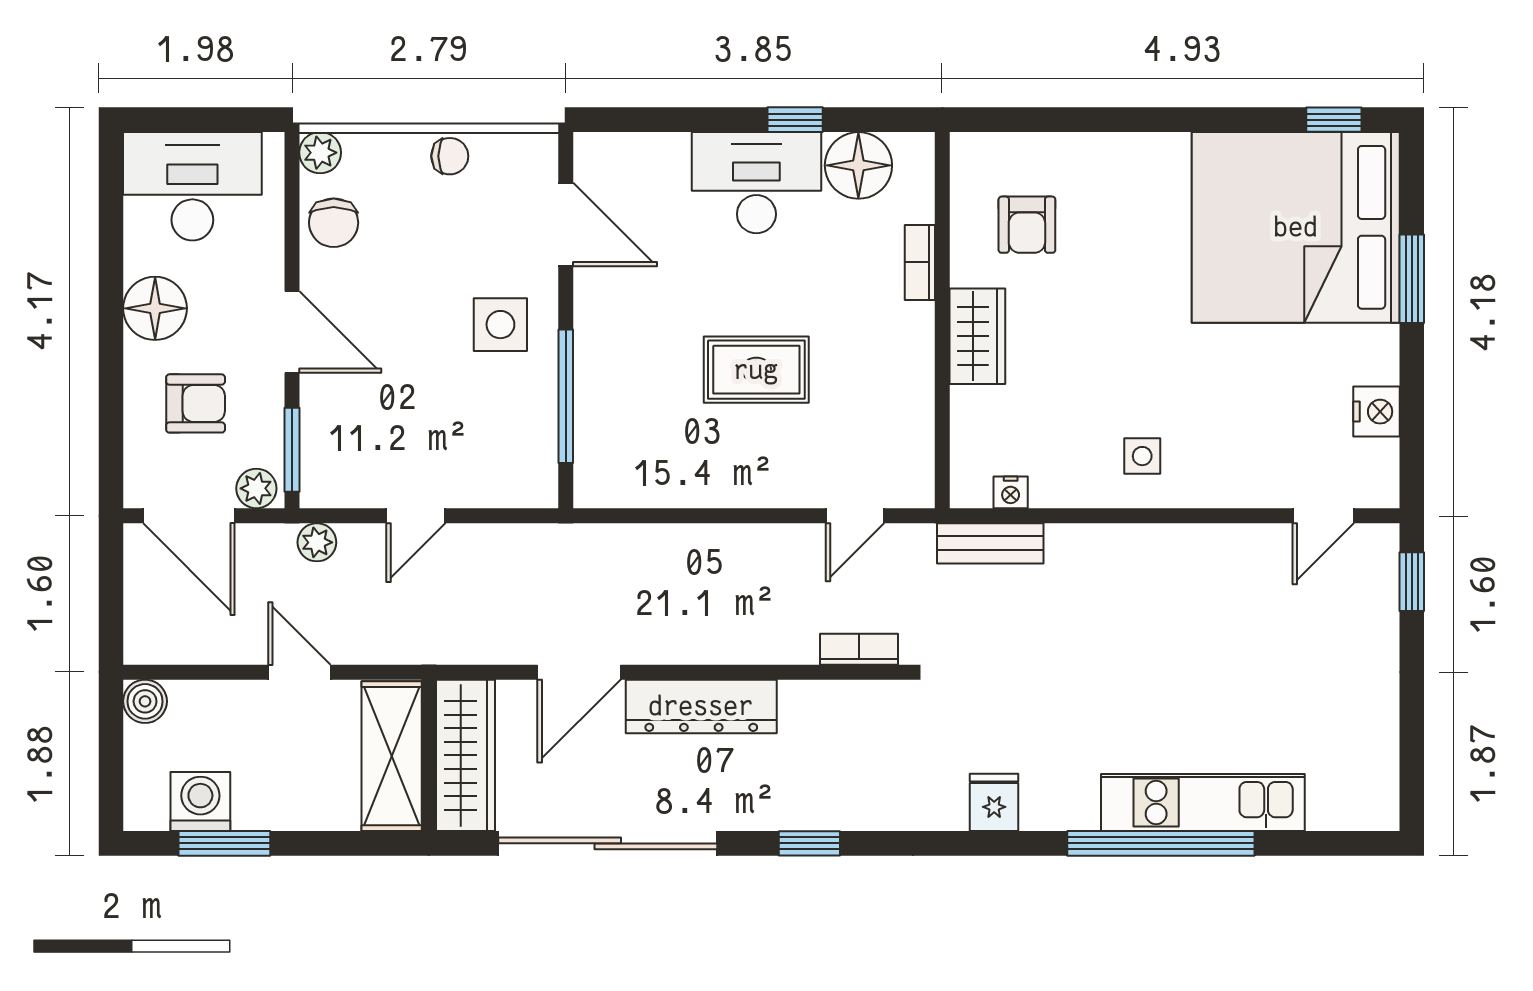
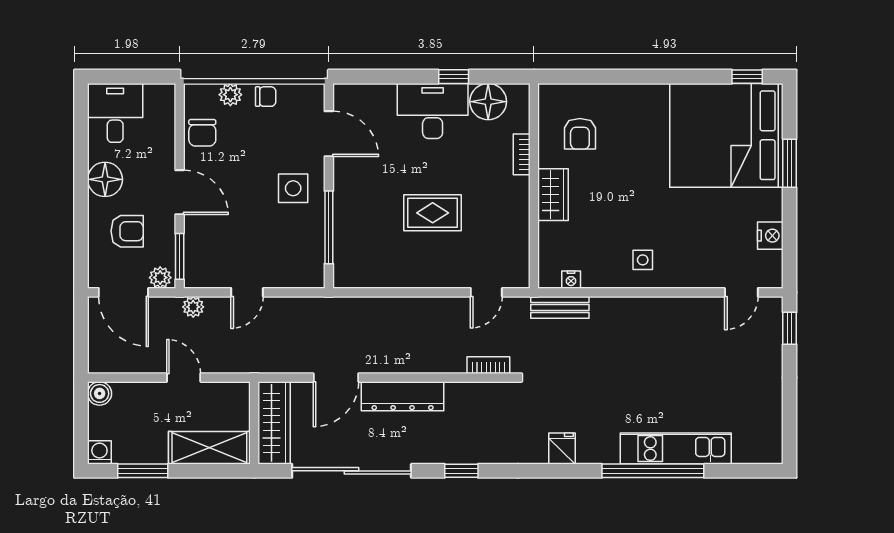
plant: (320, 153) -> (230, 95), moved
desk: (192, 186) -> (115, 113), width x0.73
shelving: (392, 756) -> (209, 448), moved, turned 90
washing machine: (200, 801) -> (99, 452), moved, width x0.73, depth x0.73

